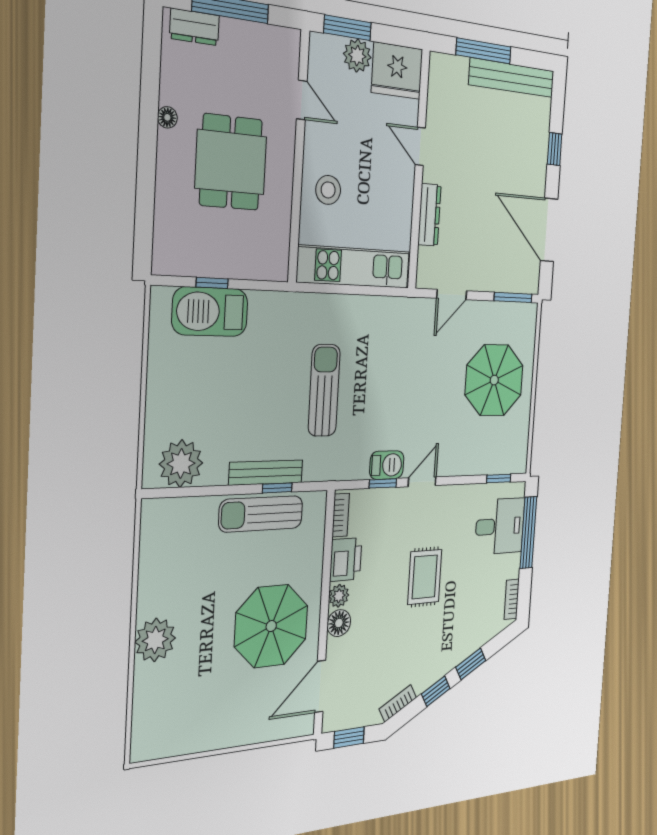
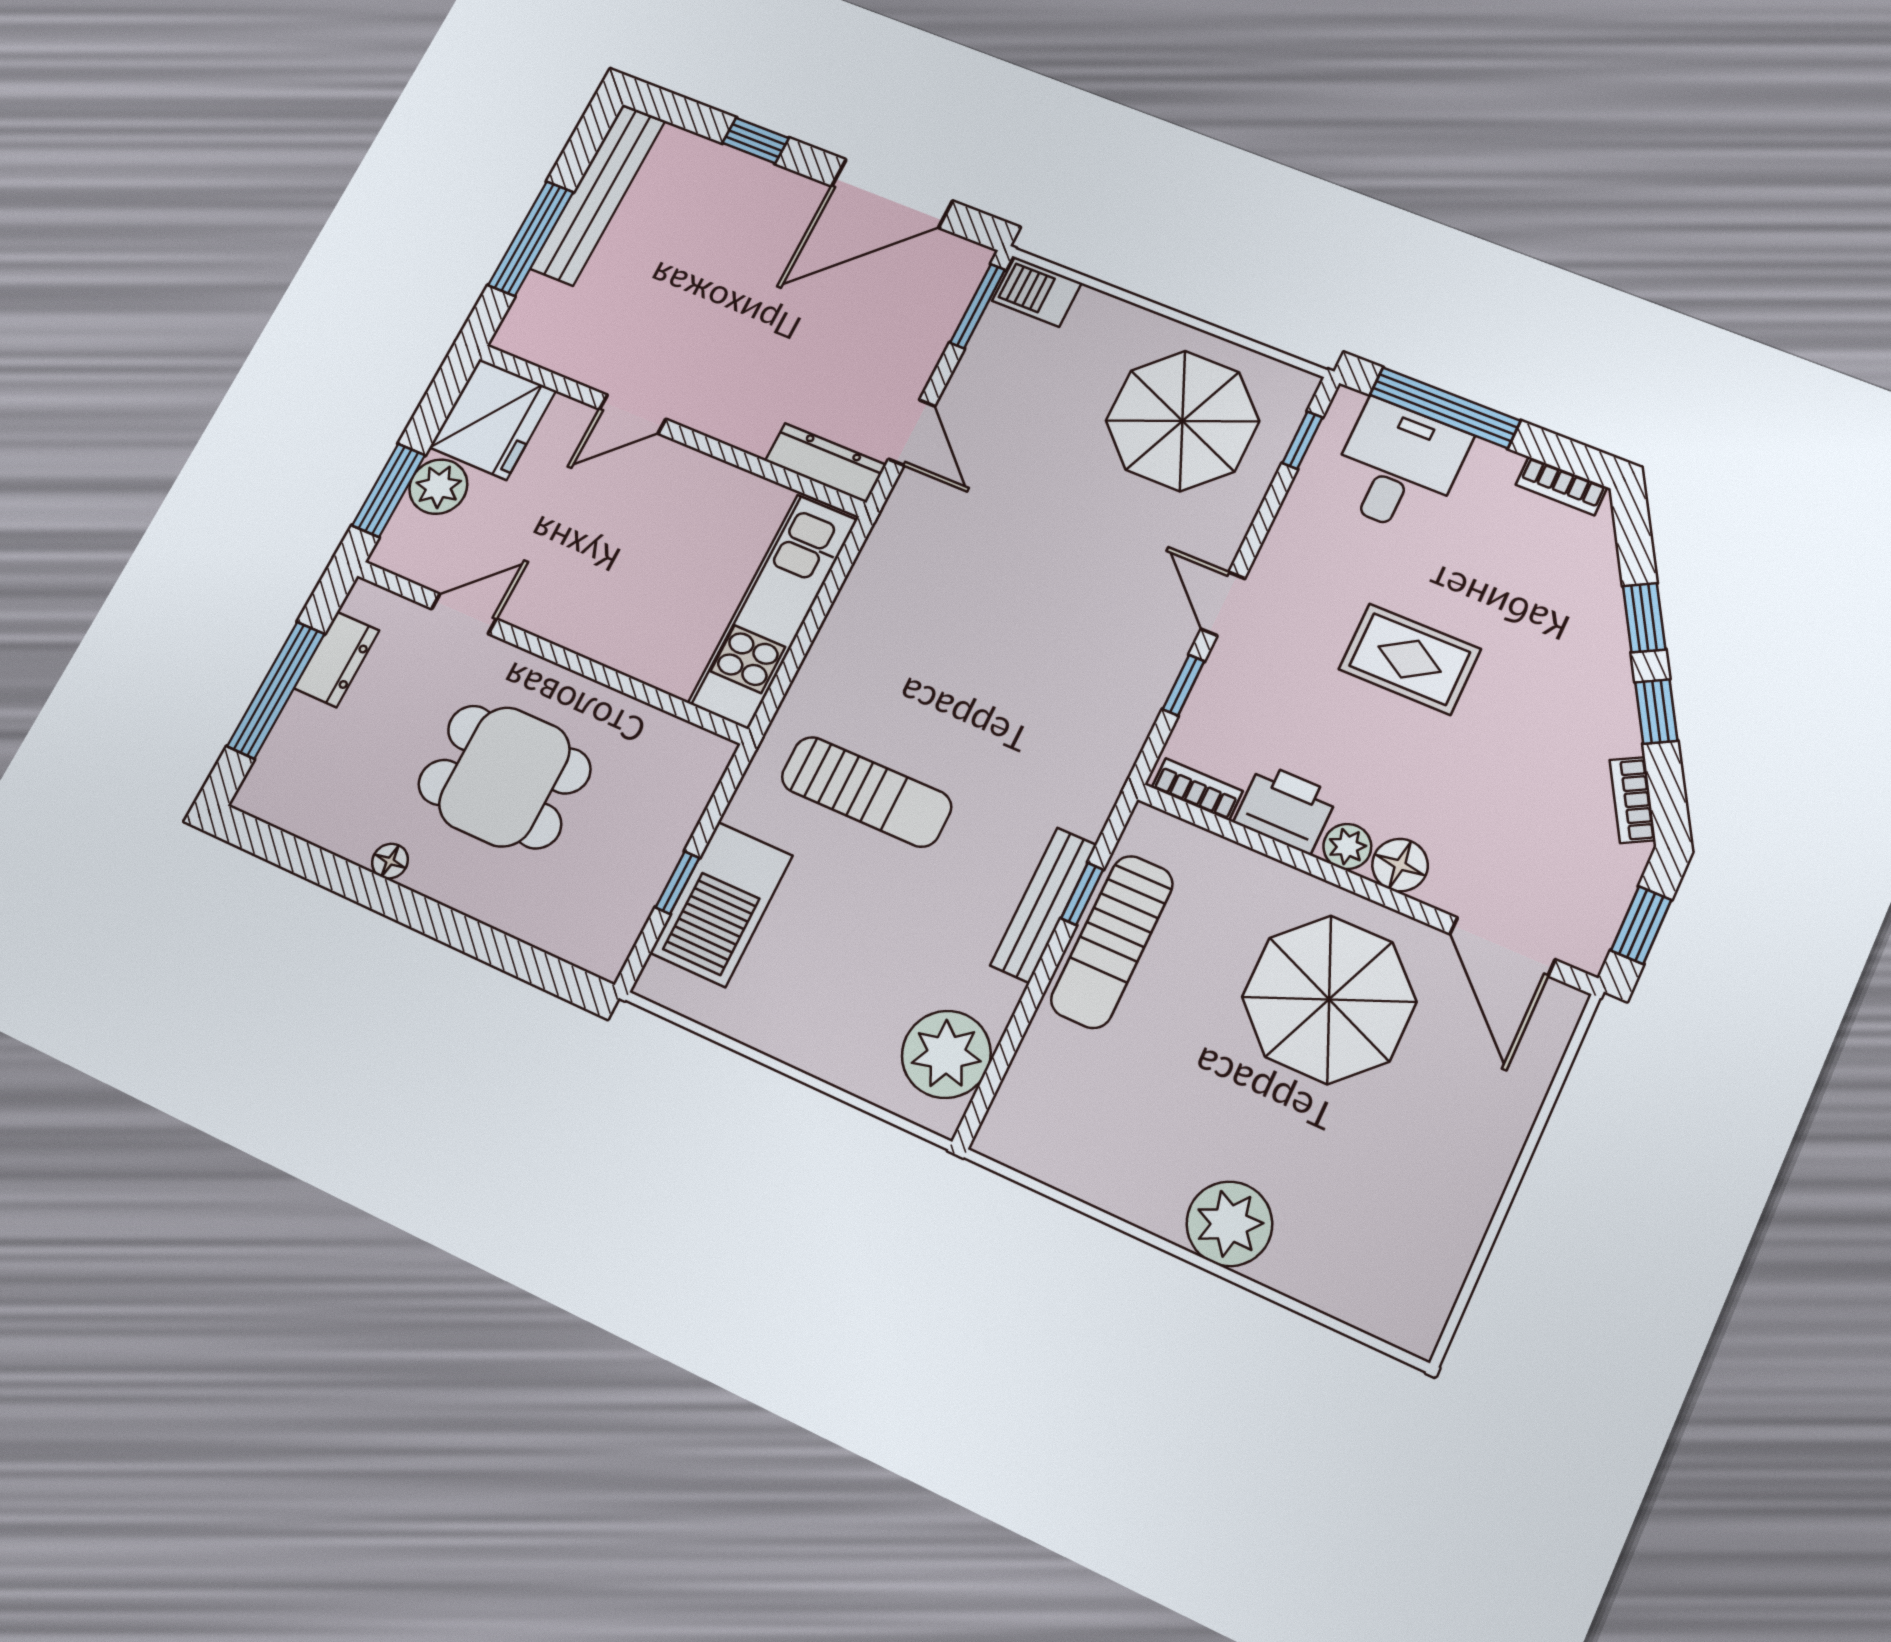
dresser: (194, 27) -> (337, 659), moved
stool: (328, 190) -> (626, 615), removed
dresser: (429, 215) -> (826, 463), moved
parasol: (494, 380) -> (1182, 421), moved
sun lounger: (324, 390) -> (866, 792), moved, turned 180
barbecue: (387, 465) -> (1037, 292), moved, turned -90

